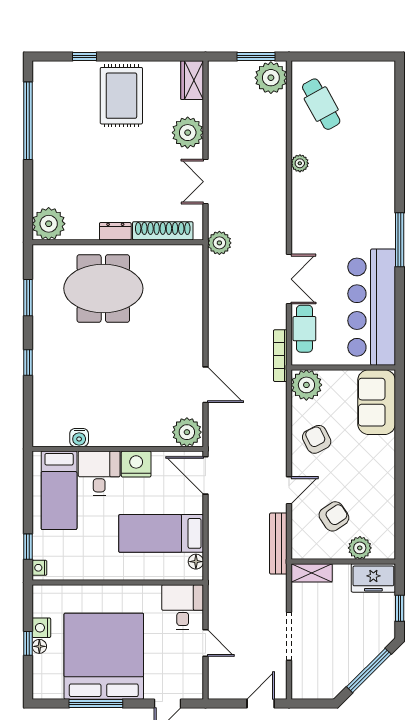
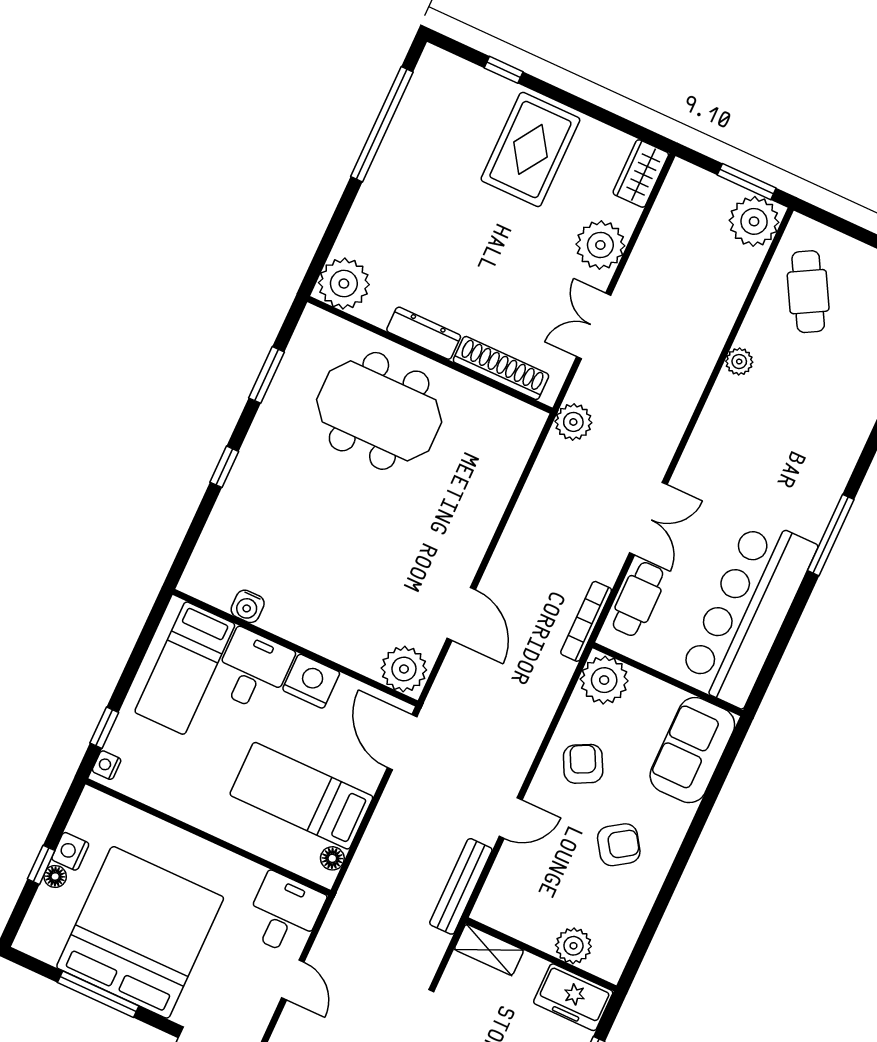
dresser: (115, 231) -> (424, 333), width x1.44
armchair: (334, 516) -> (619, 845), moved

